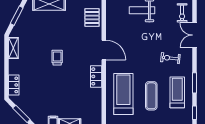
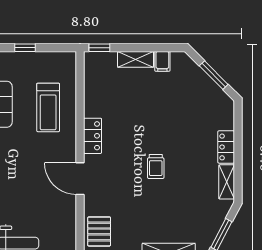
locker: (14, 85) -> (226, 147), moved
treadmill: (123, 94) -> (48, 107), width x0.73, depth x0.73

